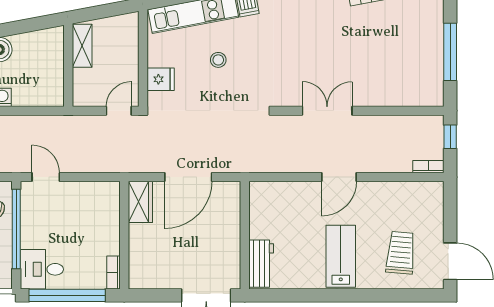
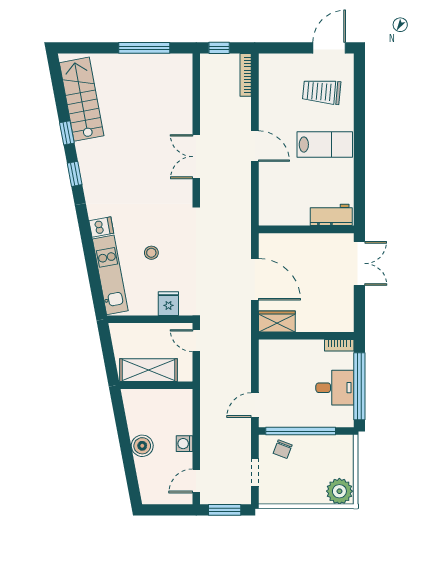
shelving: (82, 46) -> (148, 370), width x1.50, depth x1.33
bookcase: (428, 167) -> (246, 75), width x1.56
lab bench: (341, 256) -> (325, 145), turned 180
desk: (42, 269) -> (335, 388), moved, turned -90

